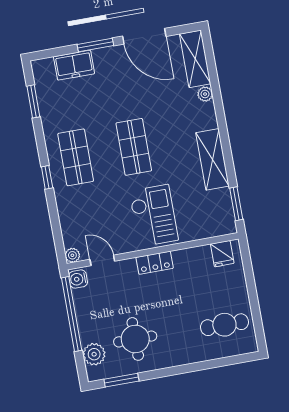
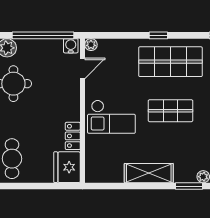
shop shelf: (76, 157) -> (170, 62), width x1.43, depth x1.36
window: (236, 204) -> (189, 186), moved
fridge: (222, 254) -> (67, 167), width x1.88, depth x1.34
locker: (155, 263) -> (73, 136), moved

